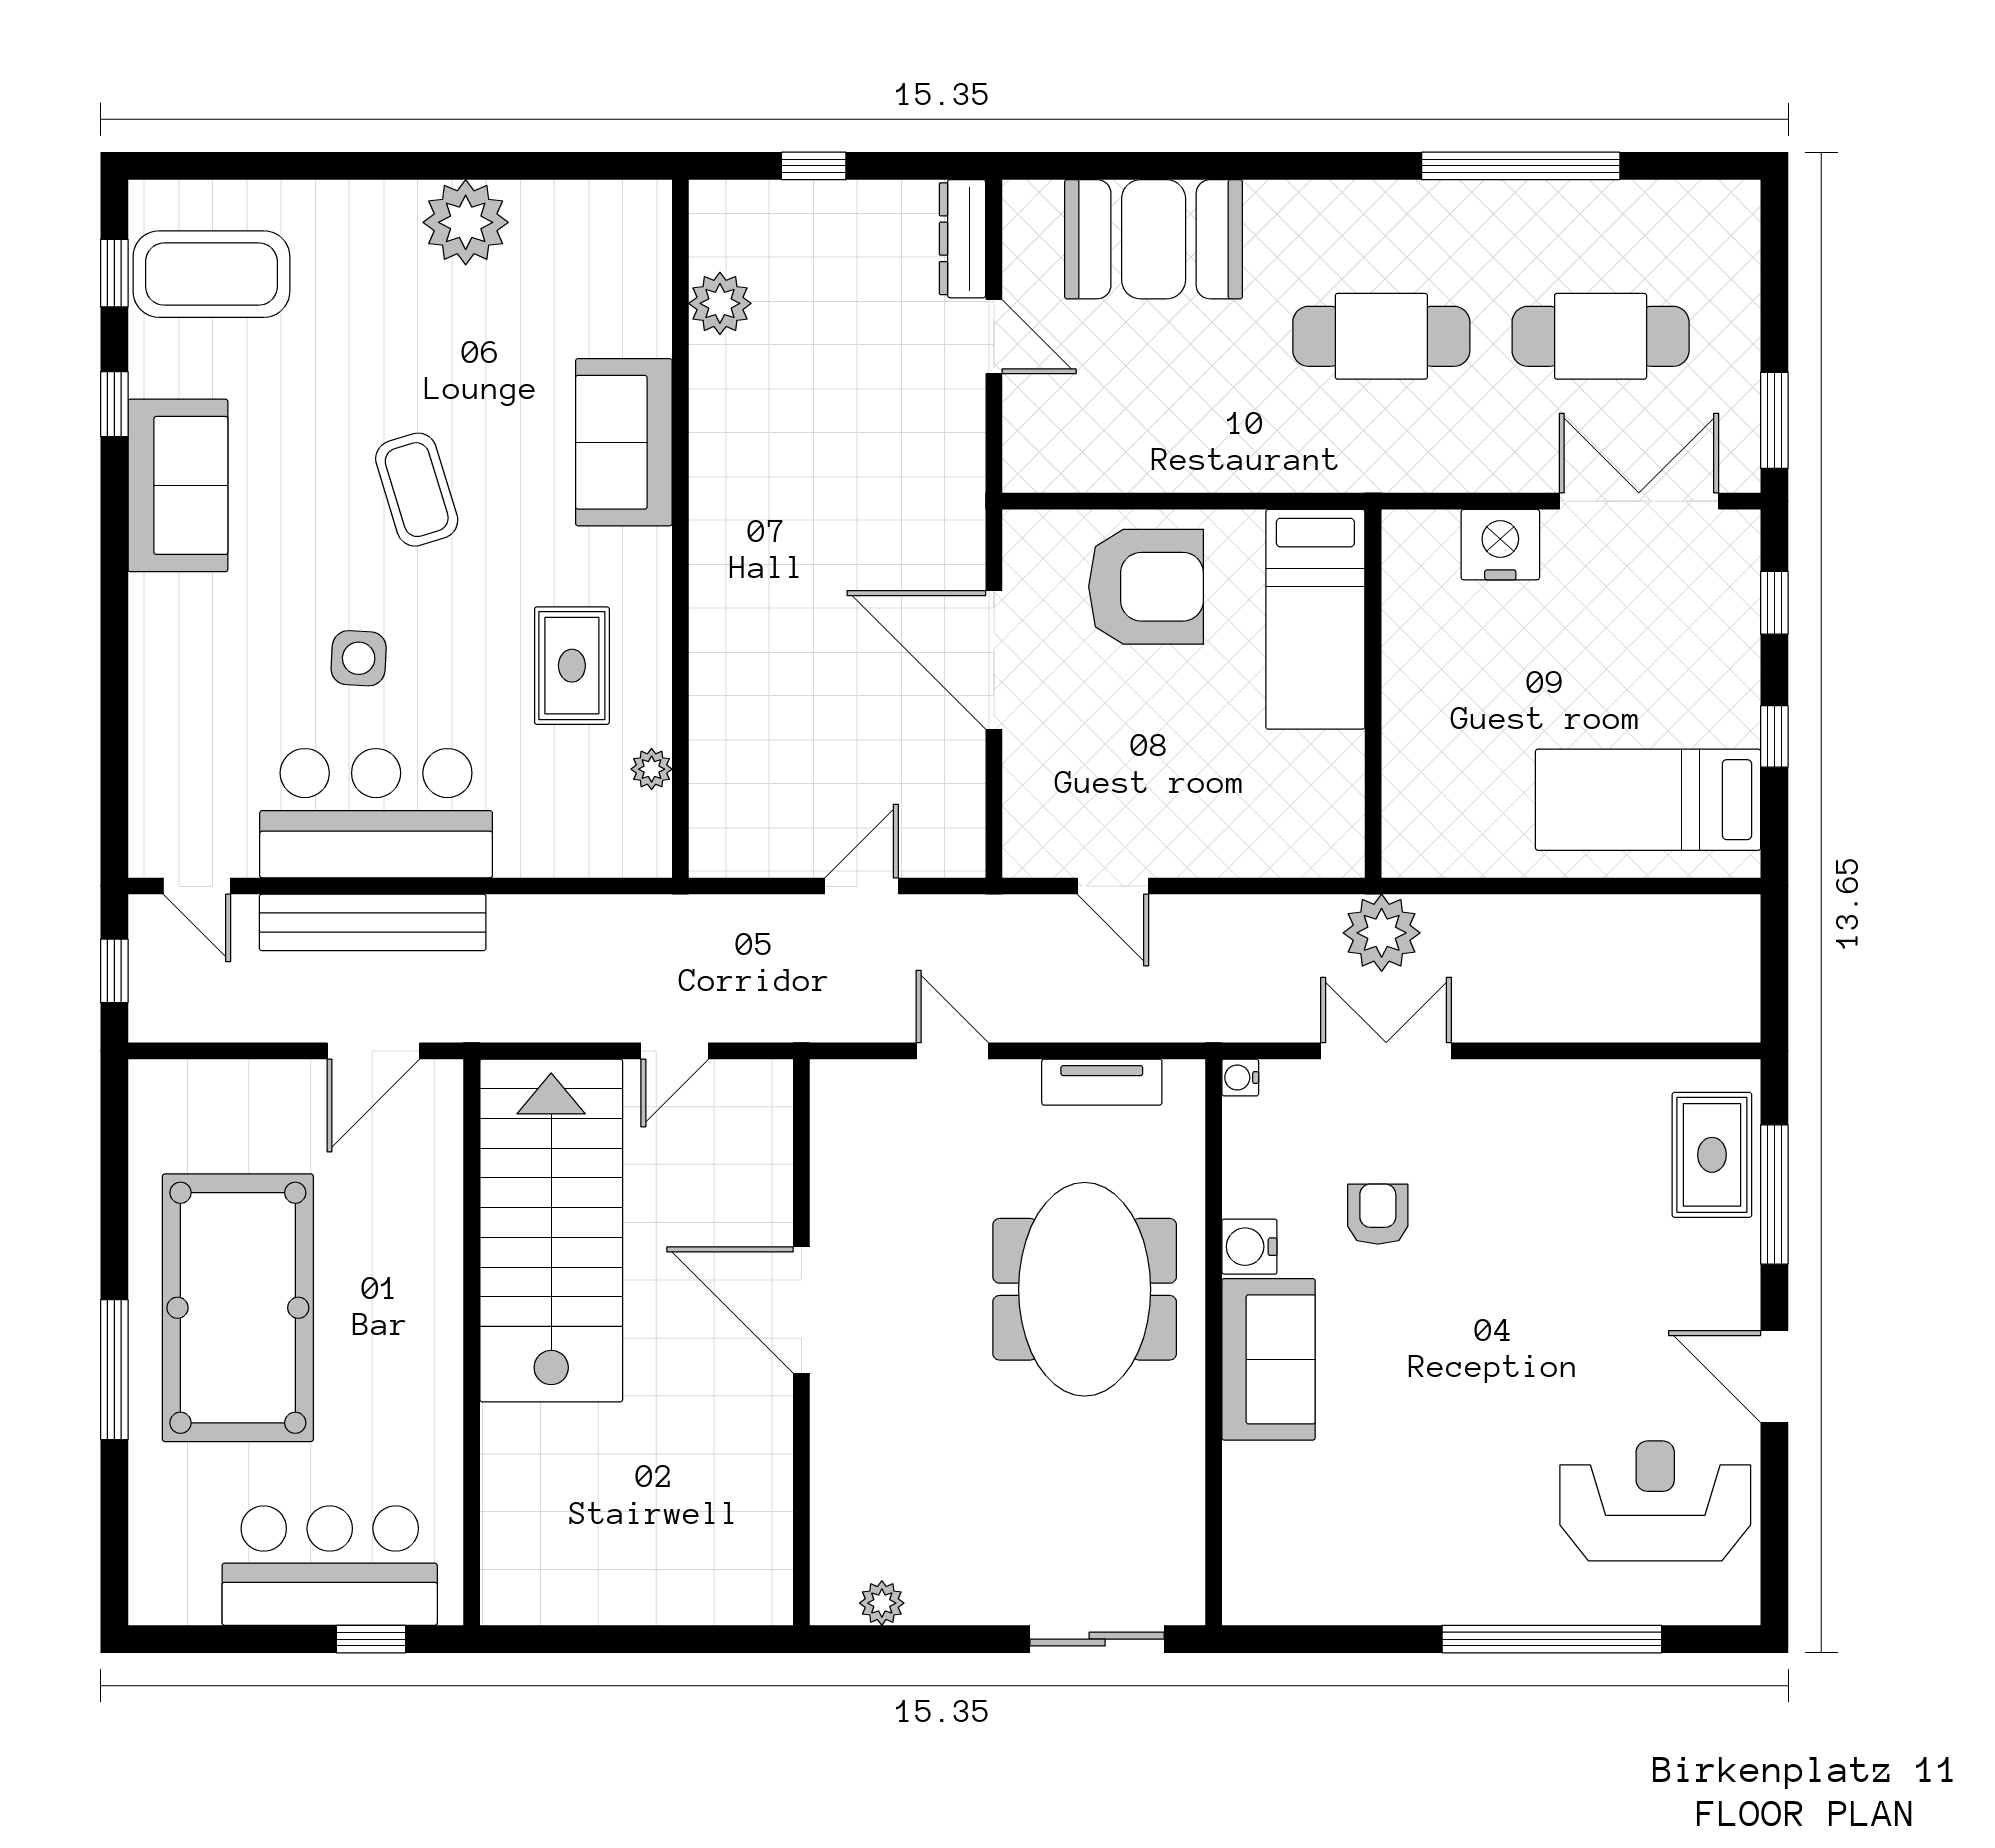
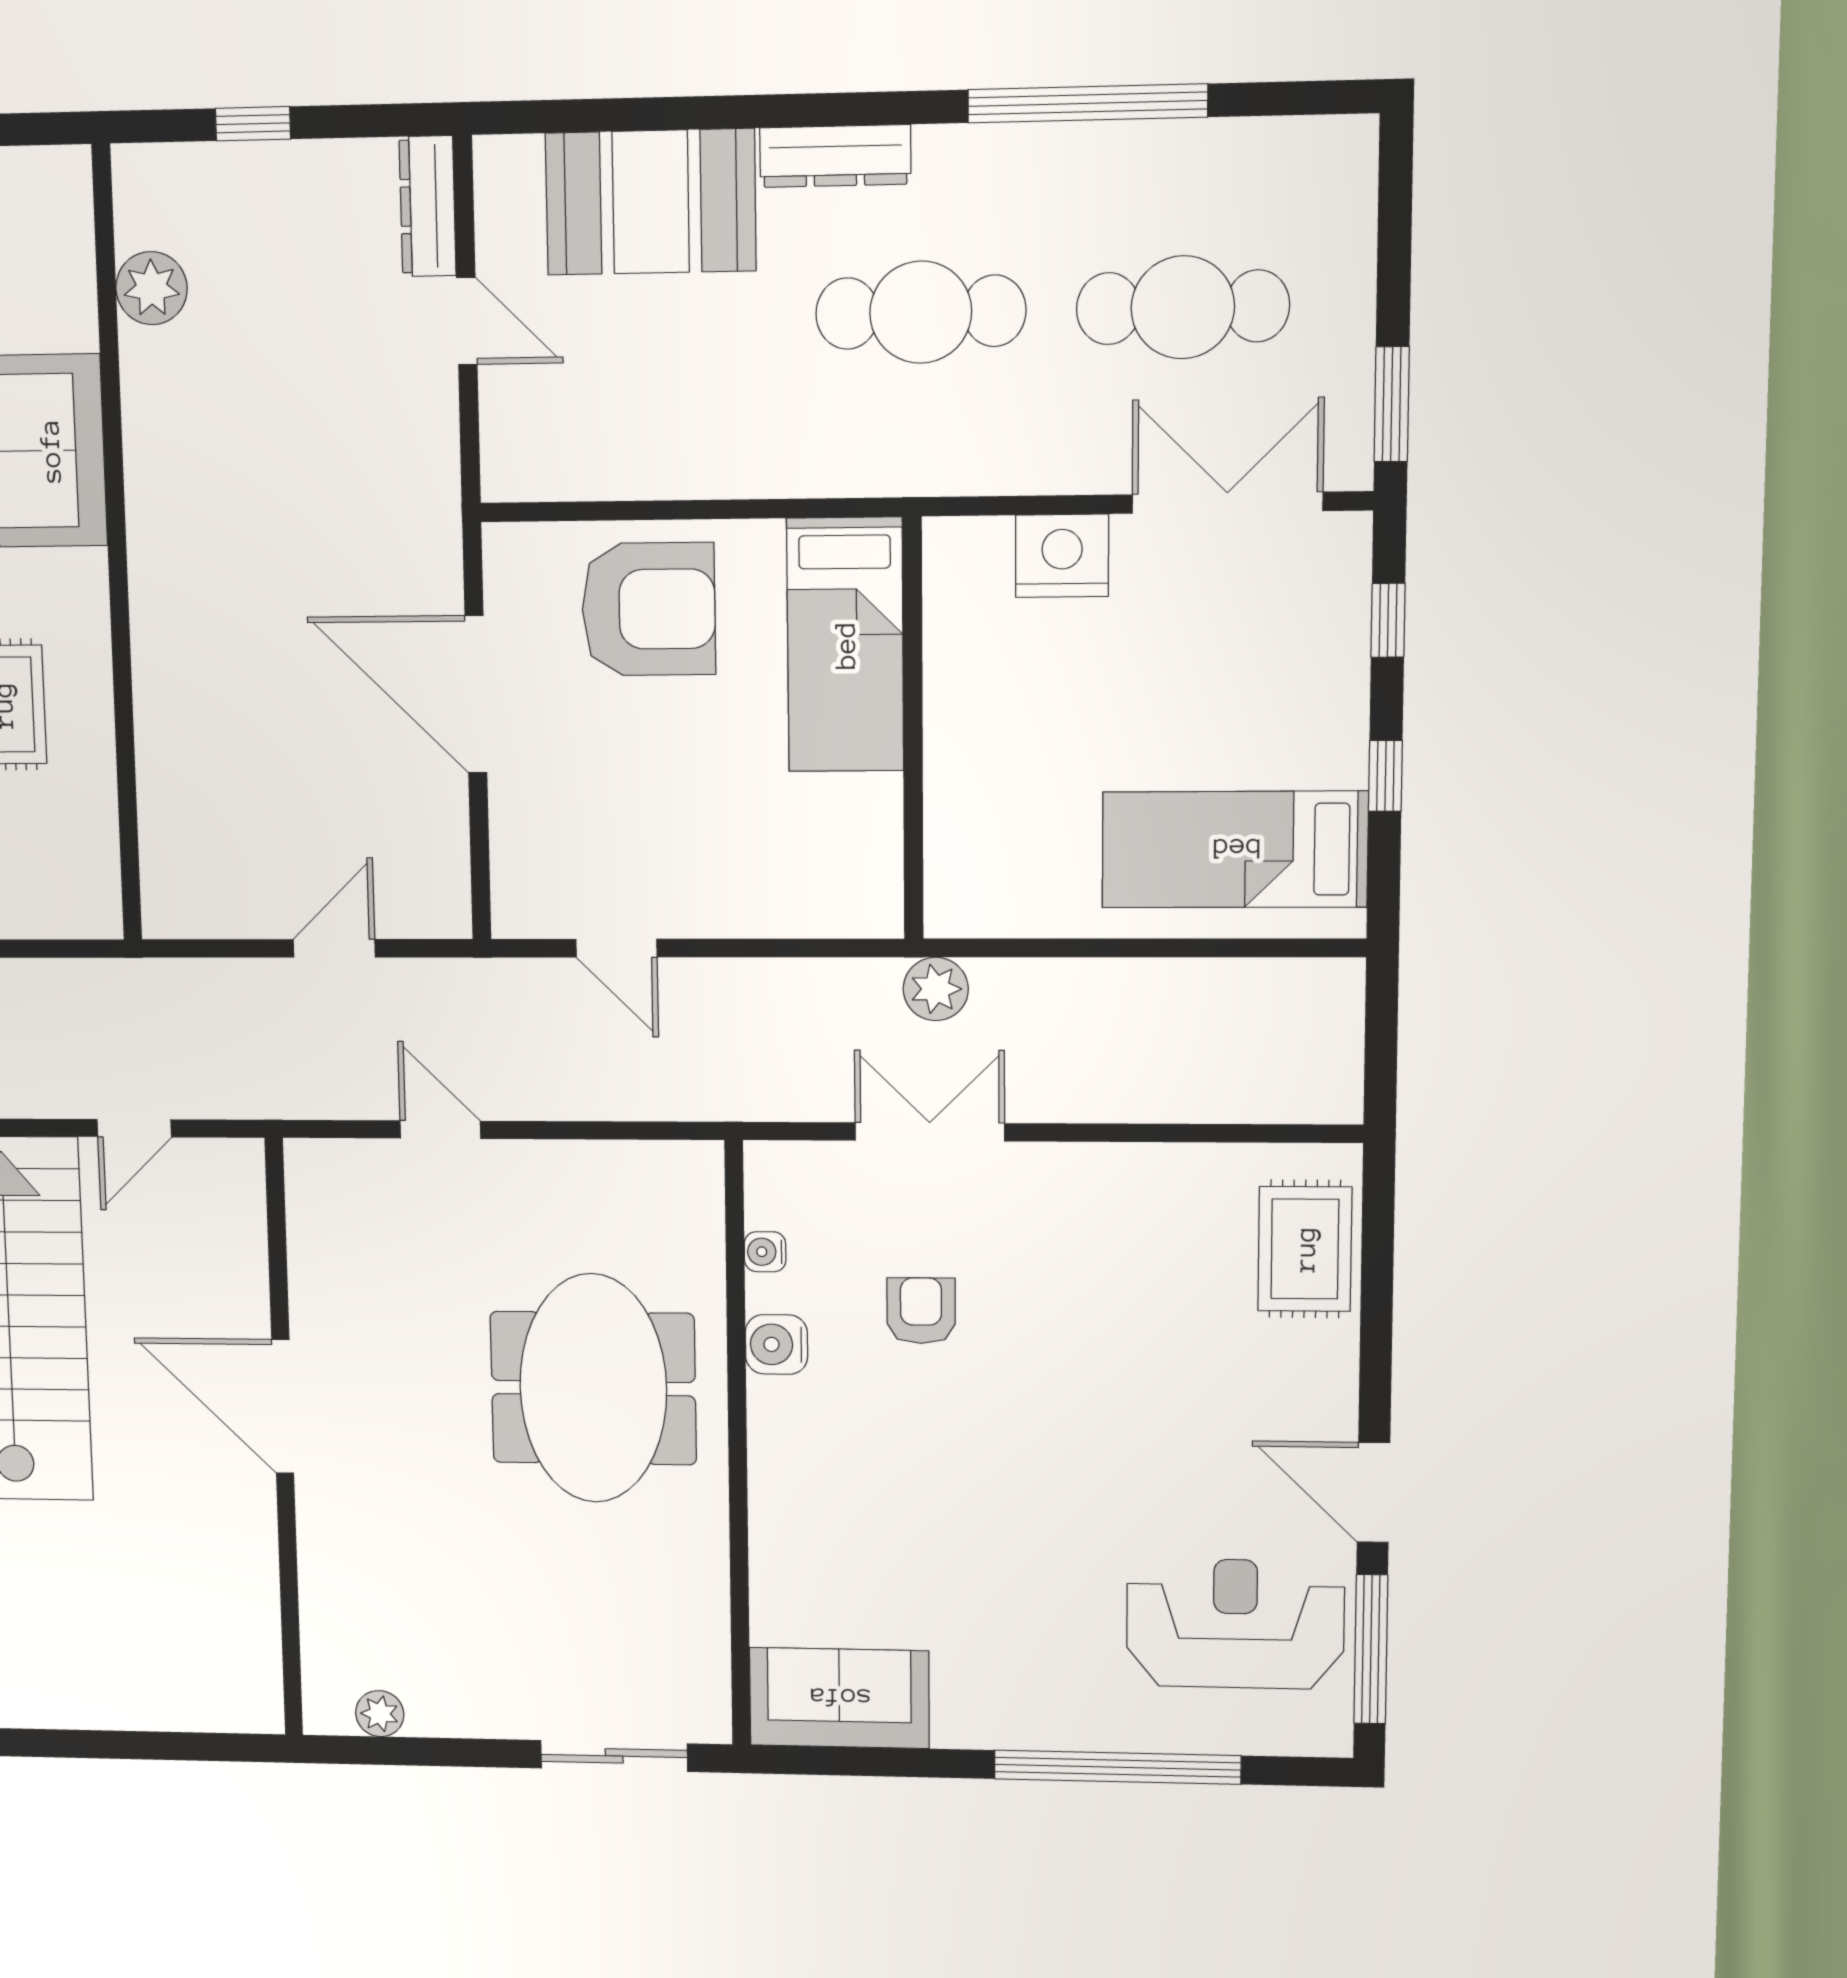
dresser: (1310, 204) -> (835, 156), added
plant: (652, 769) -> (96, 819), removed
plant: (1382, 933) -> (936, 989), width x0.73, depth x0.73
water cooler: (1240, 1078) -> (765, 1252), moved
tv unit: (1102, 1082) -> (608, 1164), removed
window: (1774, 1194) -> (1371, 1649), moved
sofa: (1269, 1359) -> (839, 1698), moved, turned -90

